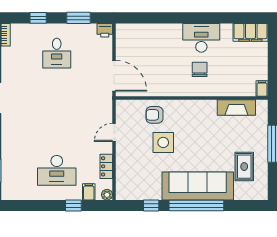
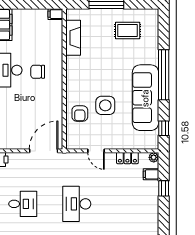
desk: (57, 170) -> (77, 204), moved, turned 180
sofa: (198, 186) -> (145, 98), moved
window: (151, 206) -> (164, 128), moved

